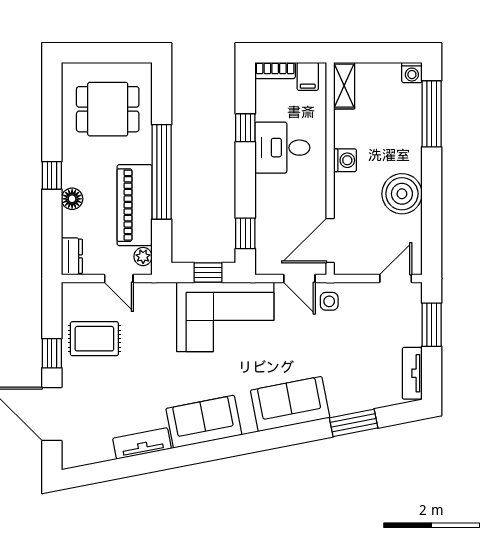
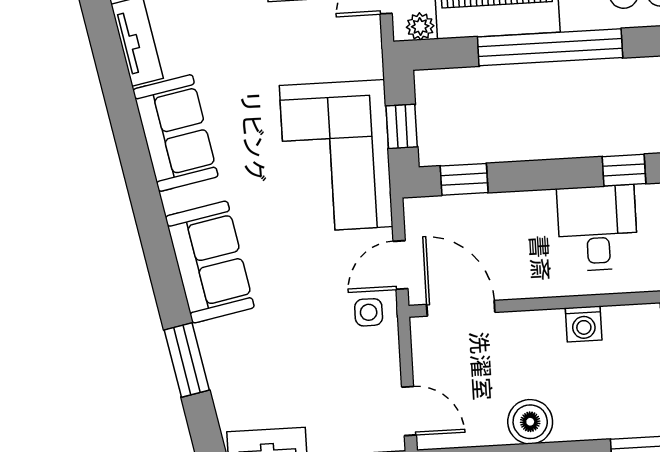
boiler: (402, 194) -> (530, 422), width x0.73, depth x0.73

